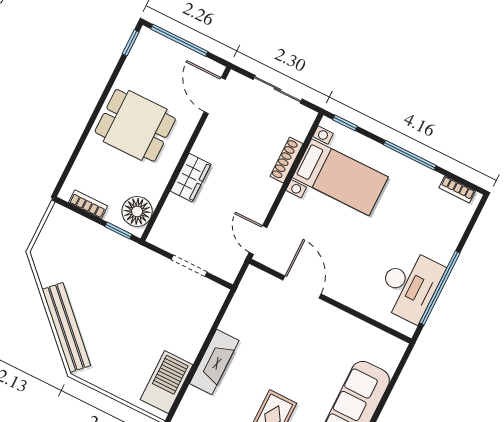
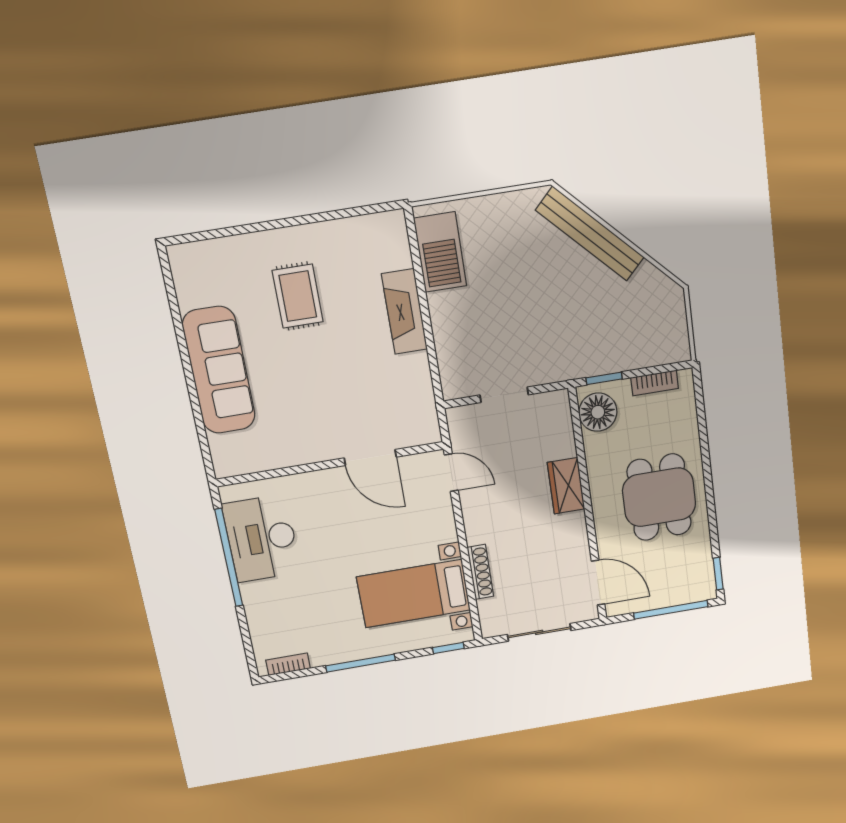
dining table: (135, 125) -> (659, 497), turned 90

